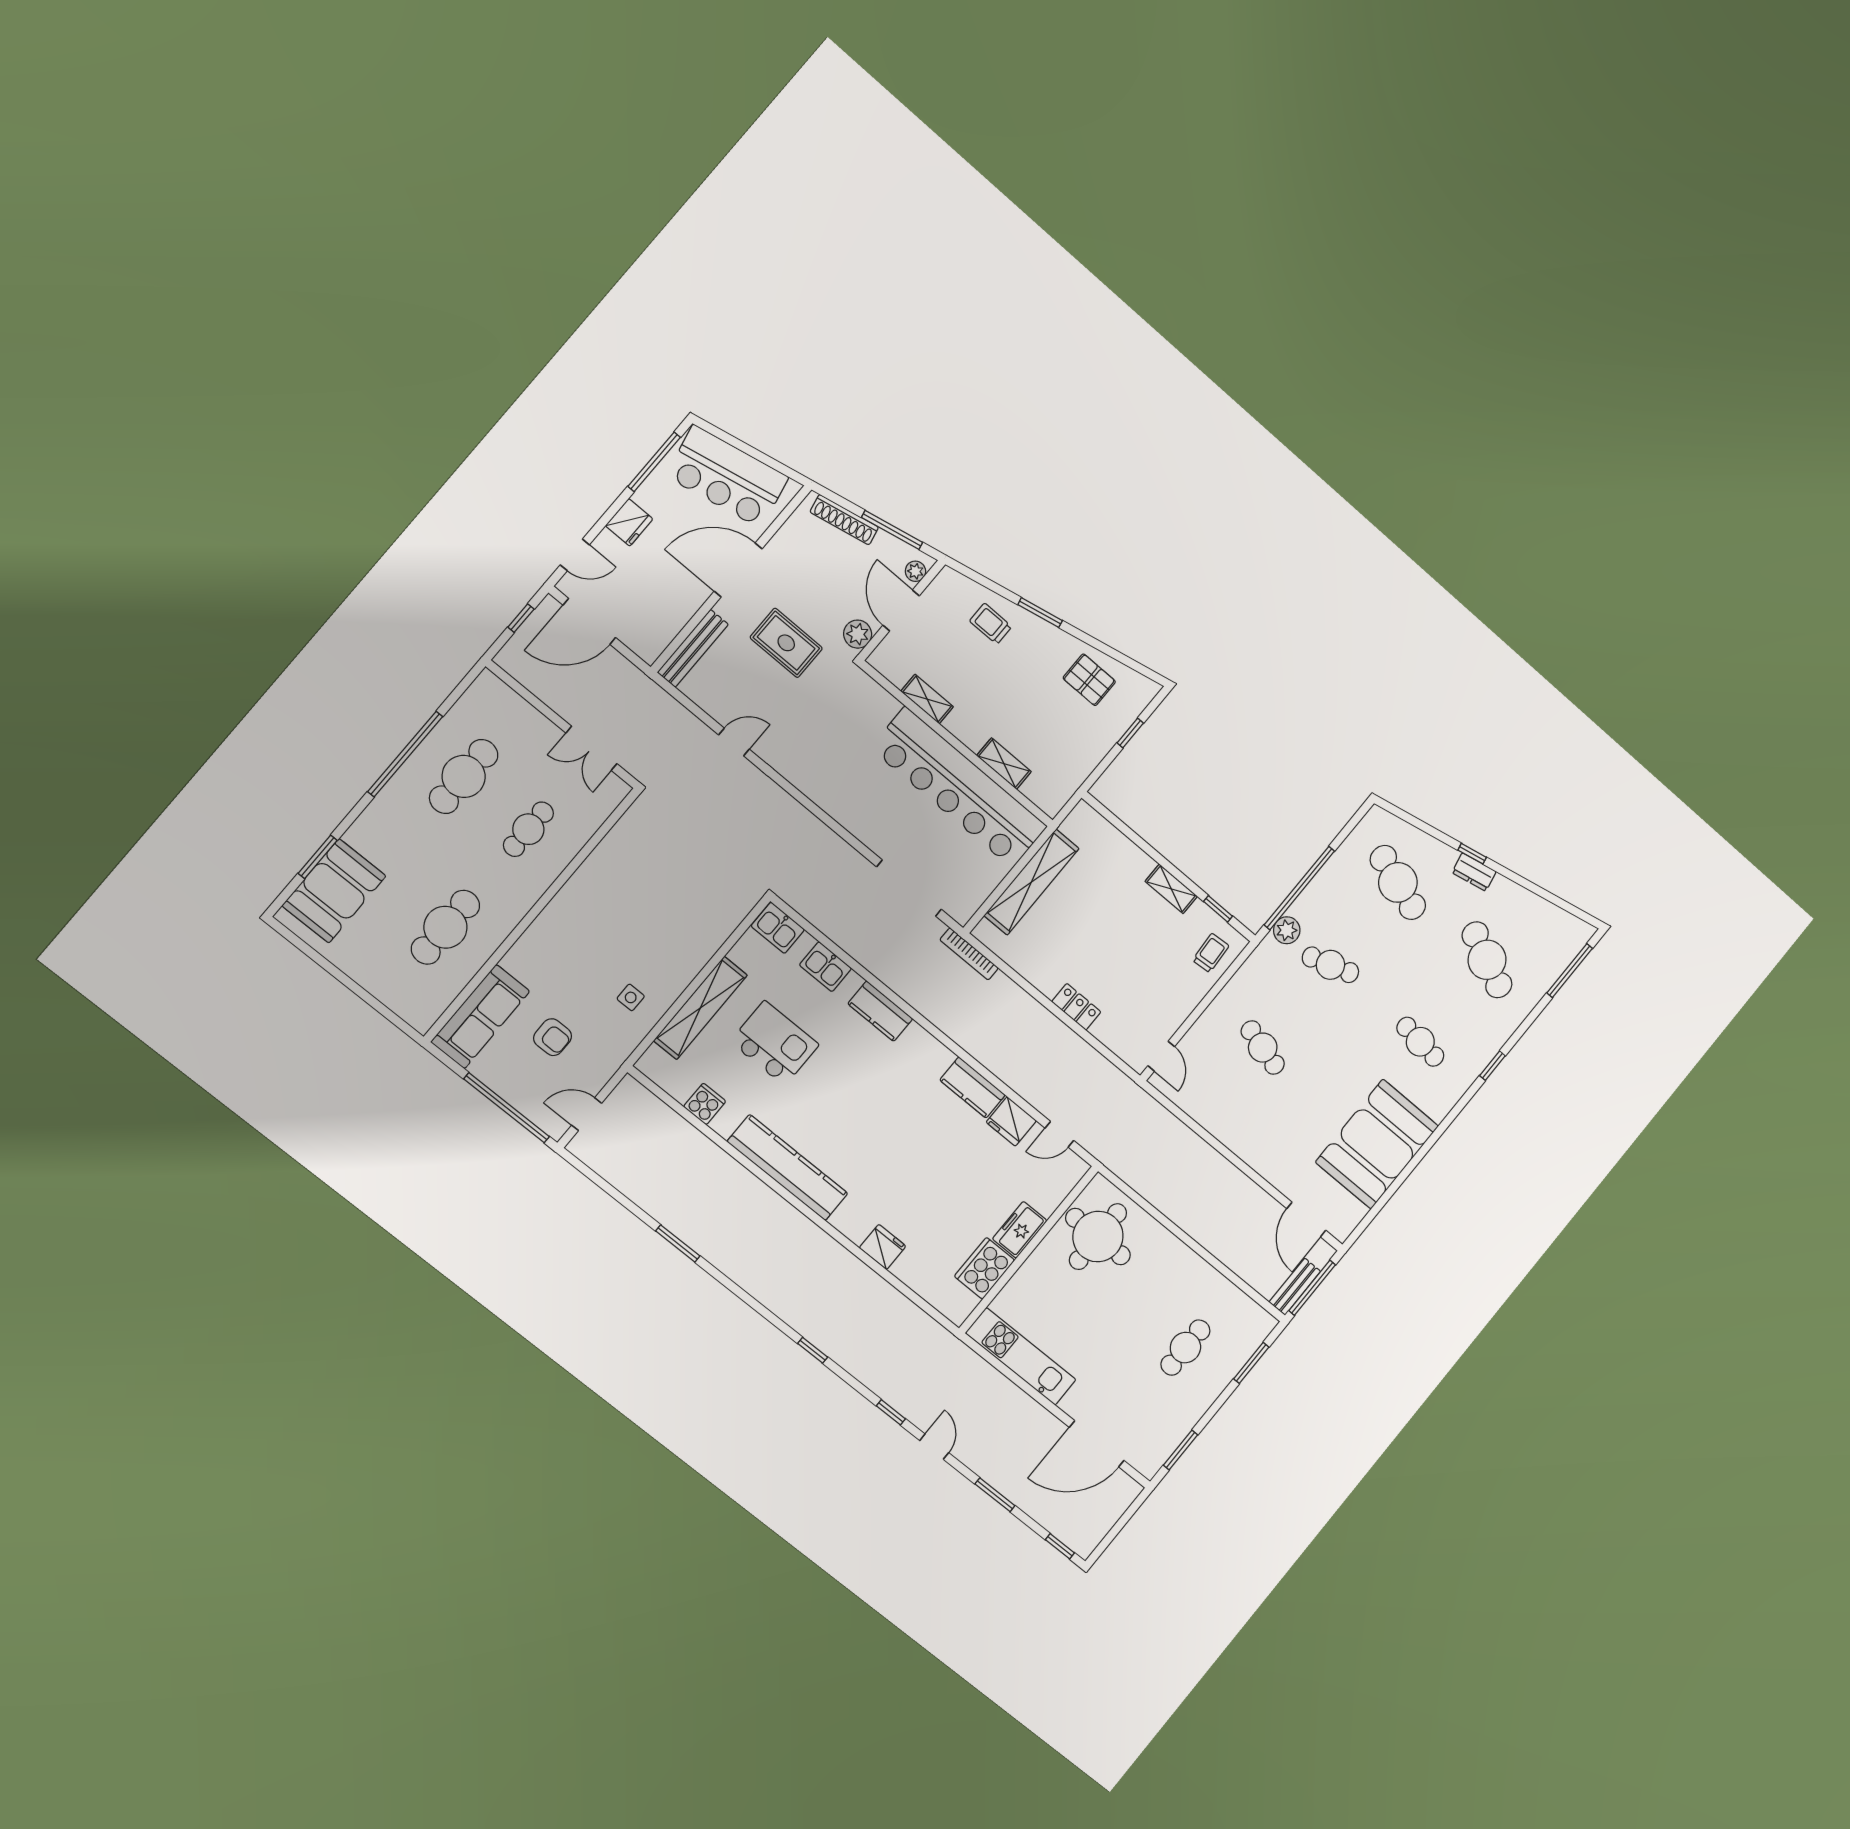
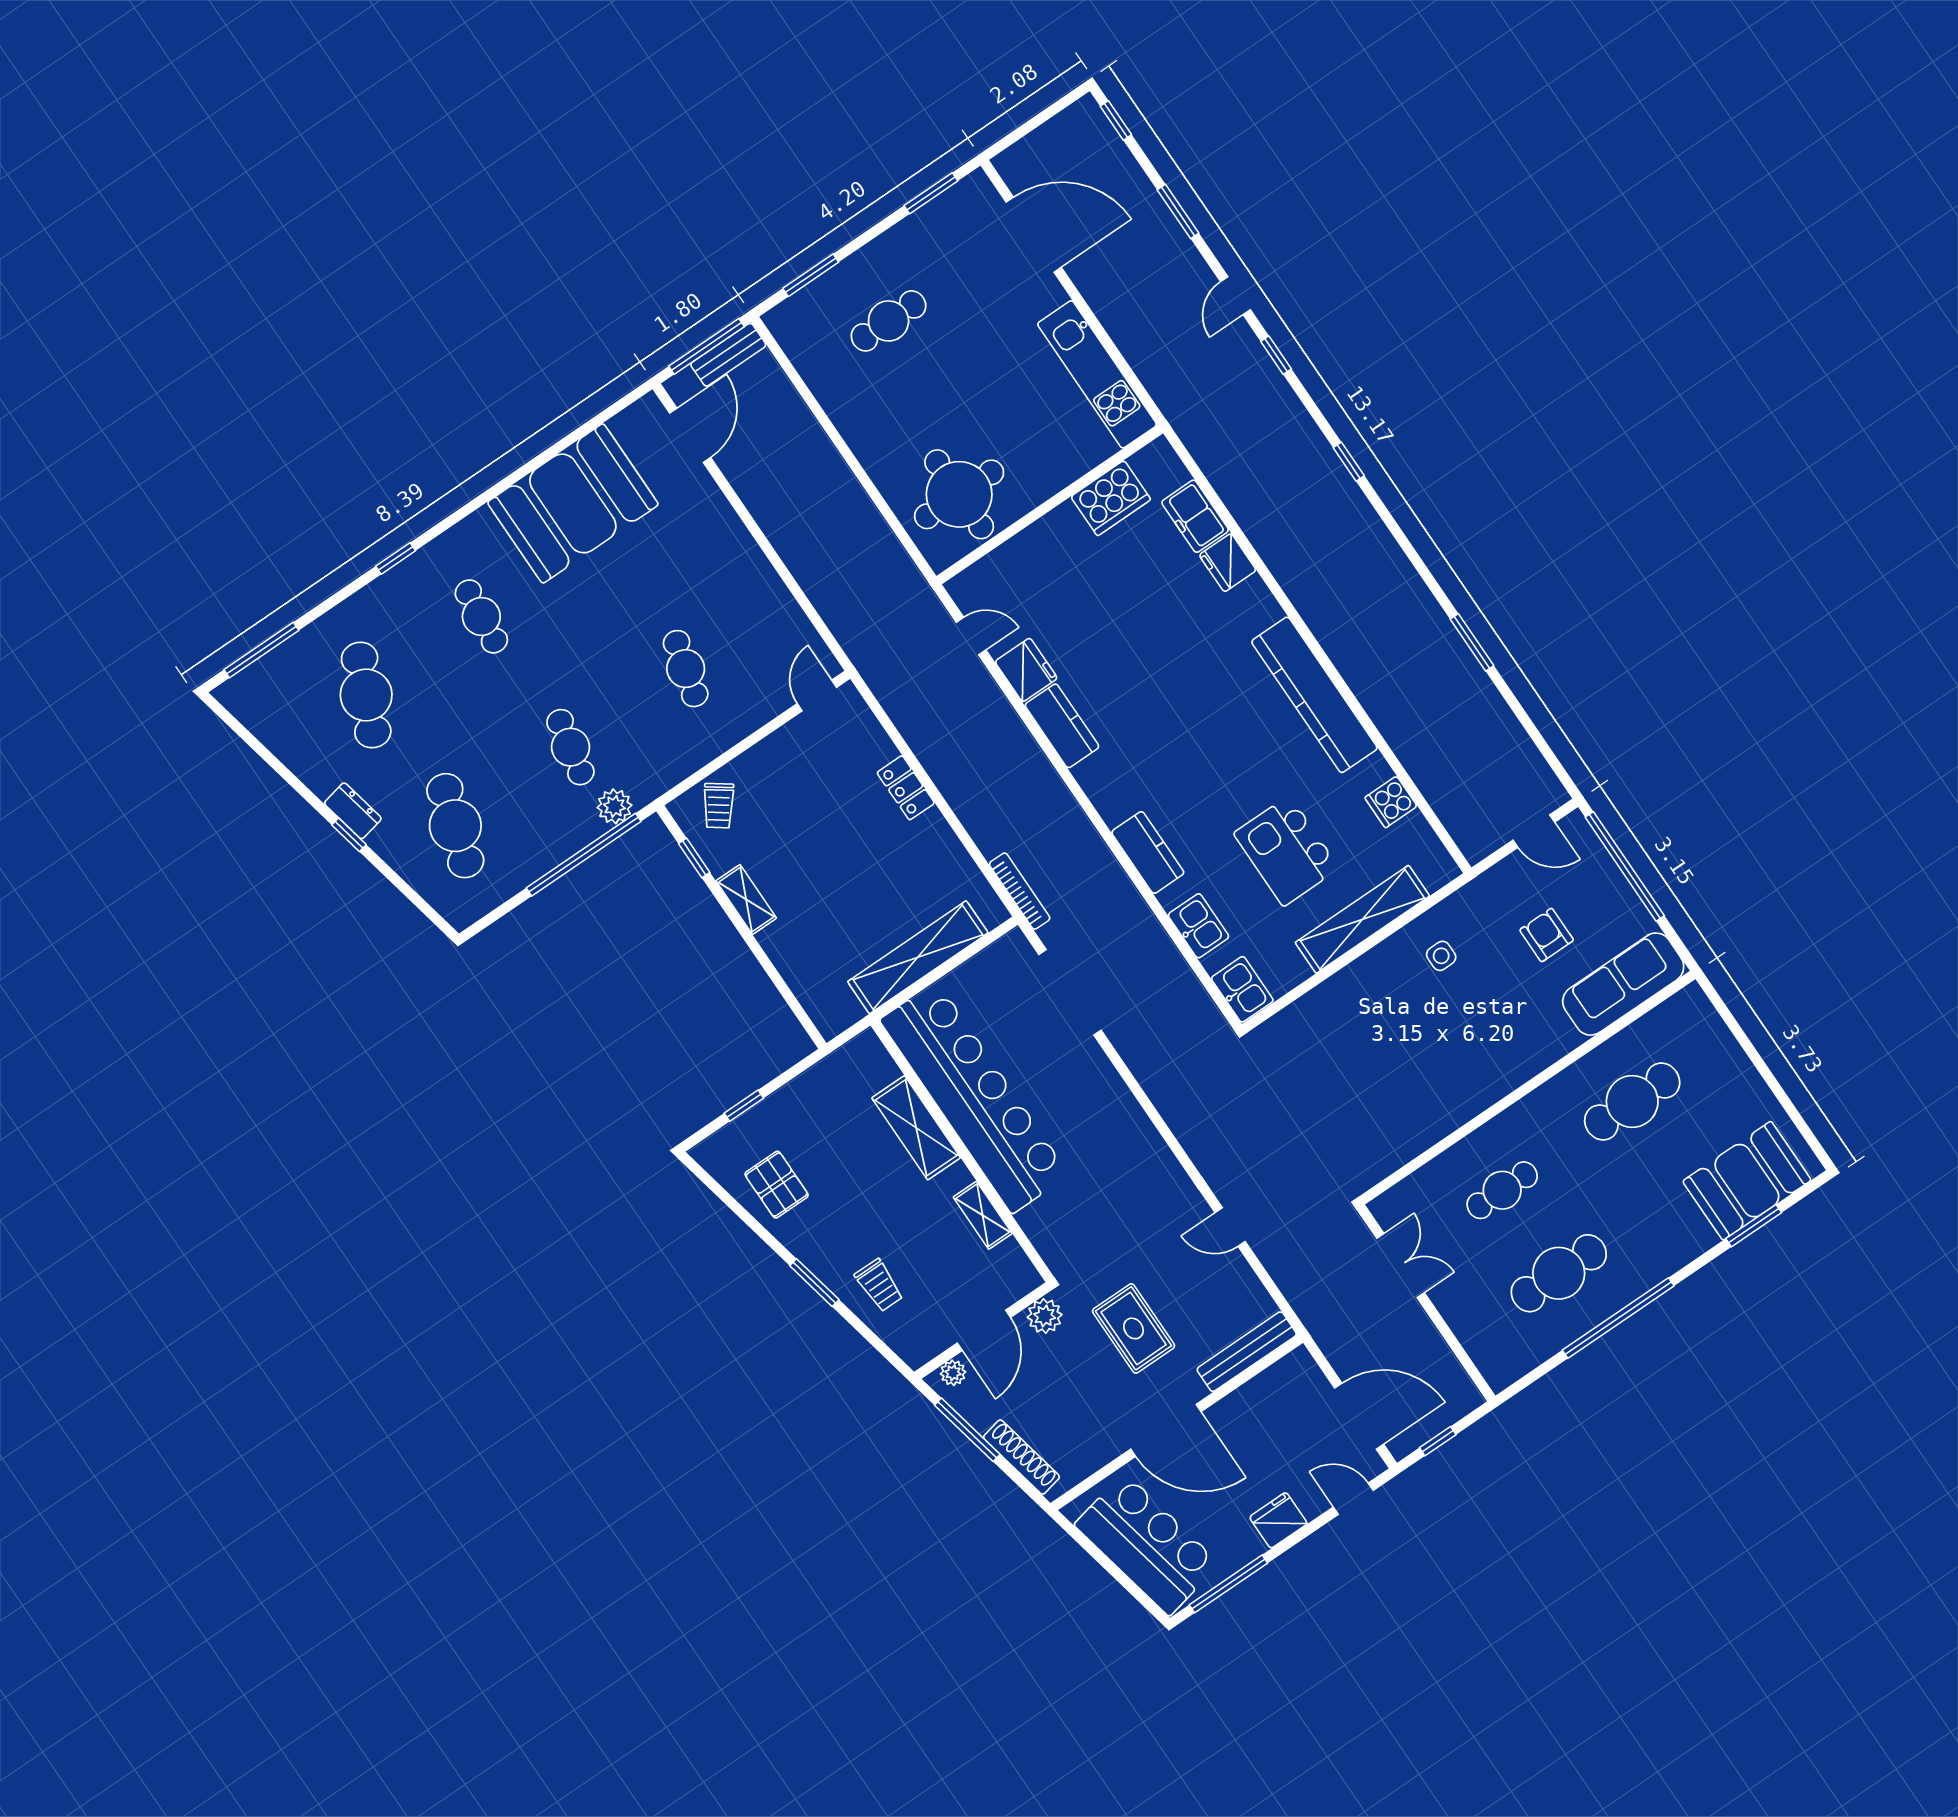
shelving: (1004, 764) -> (916, 1128), width x1.50, depth x1.33
trolley: (1211, 953) -> (719, 806), turned -50
cafe table: (1330, 965) -> (570, 747), turned 30
freezer: (1020, 1230) -> (1195, 516), moved, turned 90

